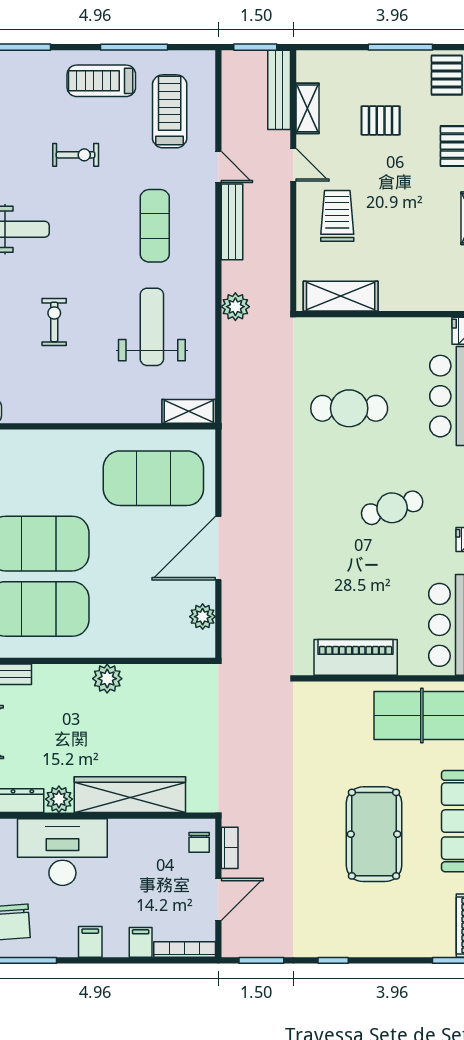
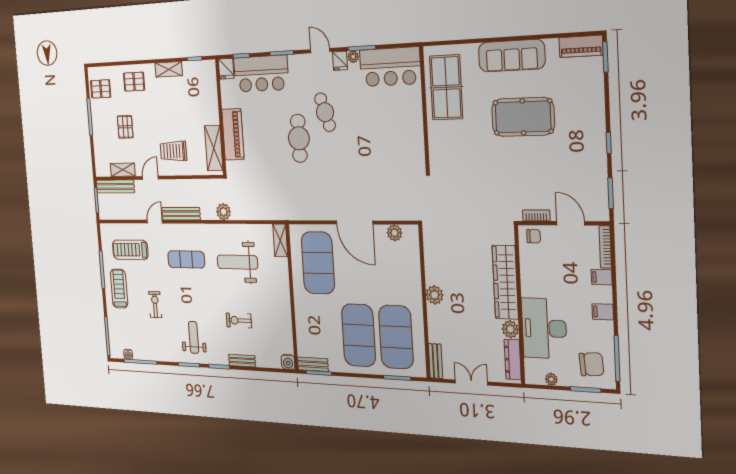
treadmill: (101, 81) -> (119, 289), turned 180
cafe table: (349, 408) -> (299, 138), moved
piano: (356, 657) -> (233, 134), moved, turned 180

